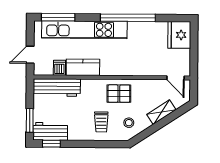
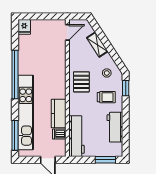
fridge: (179, 35) -> (24, 27), width x0.53, depth x0.75
workbench: (50, 131) -> (115, 127), moved
window: (51, 144) -> (126, 88), moved

